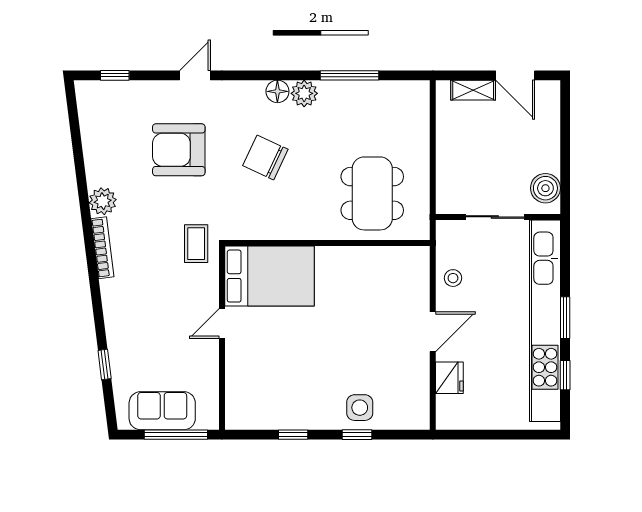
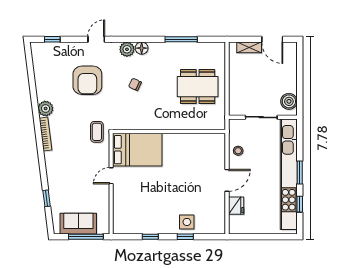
plant: (304, 93) -> (127, 49), moved
armchair: (179, 150) -> (87, 80), turned -90
chair: (265, 157) -> (135, 84), width x0.54, depth x0.54
dining table: (372, 193) -> (198, 87), moved, turned 90

